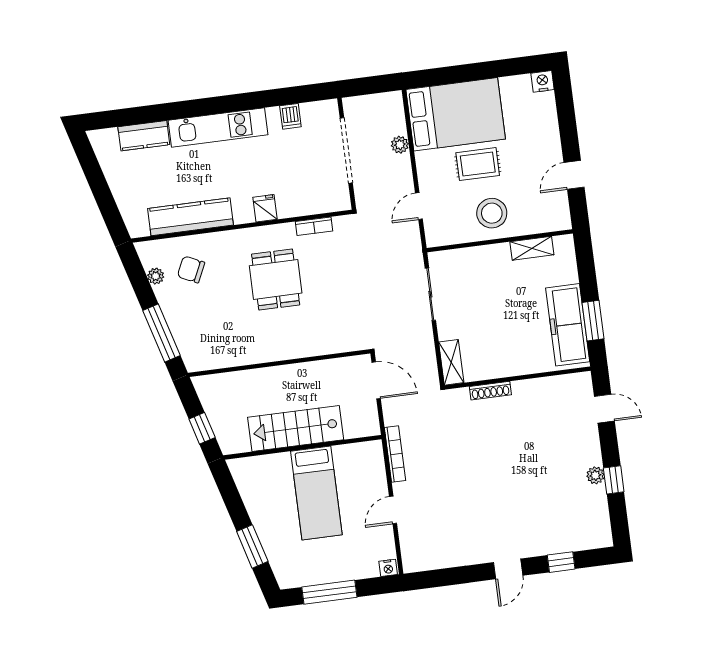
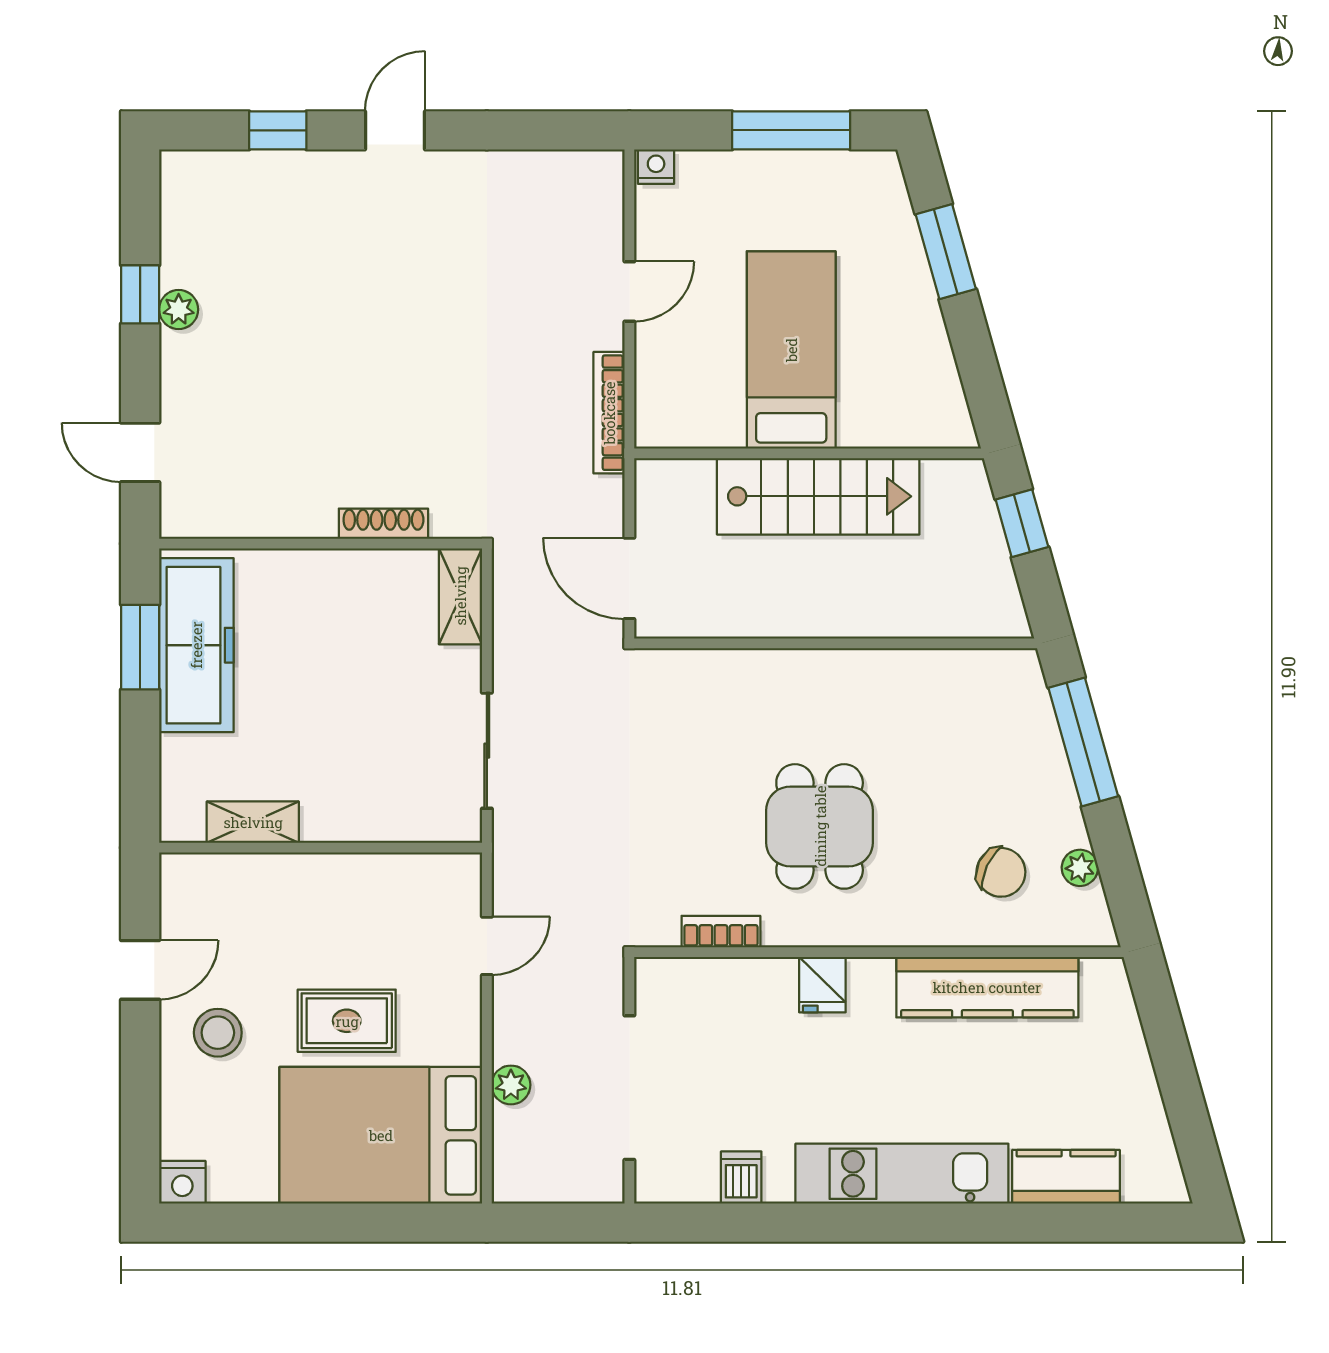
stool: (492, 213) -> (218, 1033), moved, width x0.73, depth x0.73

